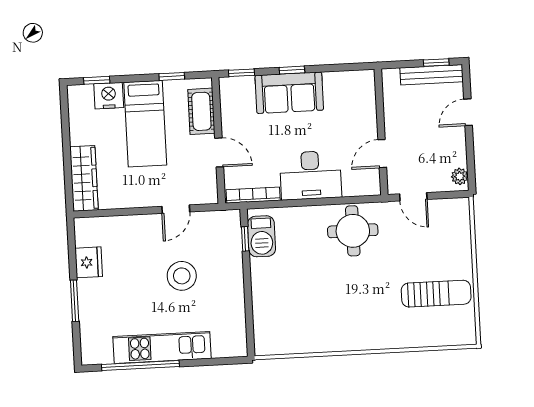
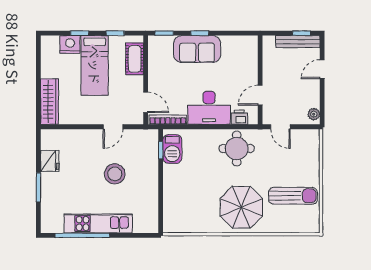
window: (97, 80) -> (80, 33), moved
door: (219, 152) -> (146, 102), moved
printer: (354, 186) -> (239, 117), added
parasol: (364, 314) -> (241, 207), added

